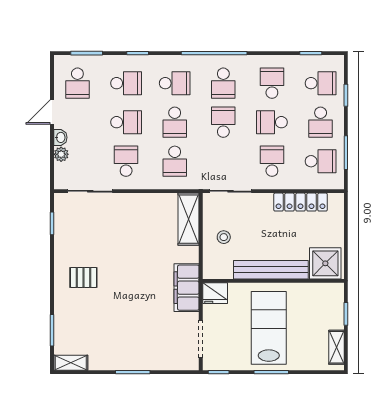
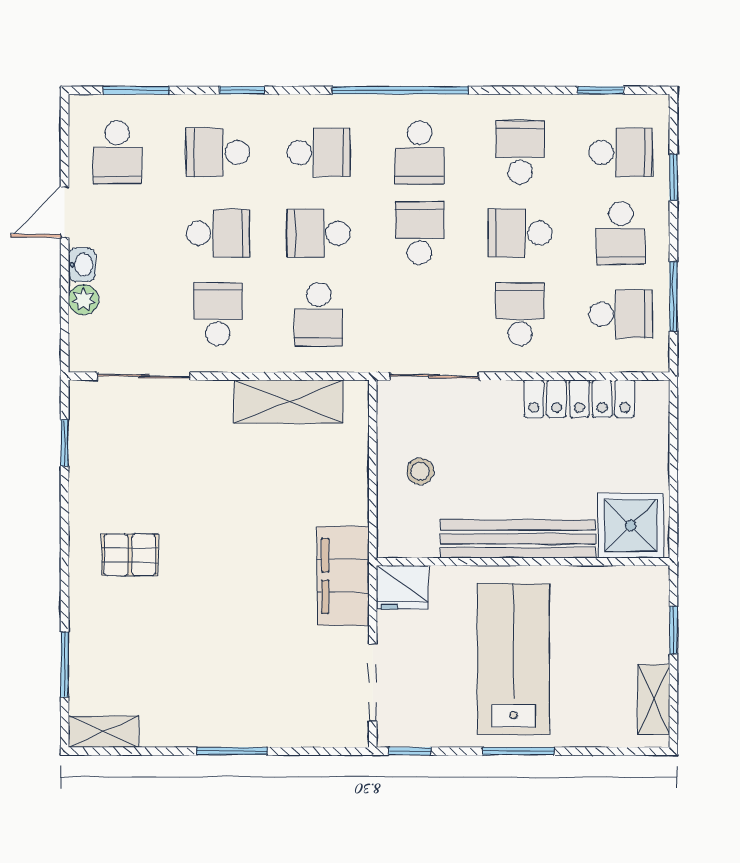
school desk: (126, 83) -> (218, 152), turned 180
school desk: (175, 122) -> (319, 233), turned 90
shelving: (189, 219) -> (289, 402), moved, turned 90

